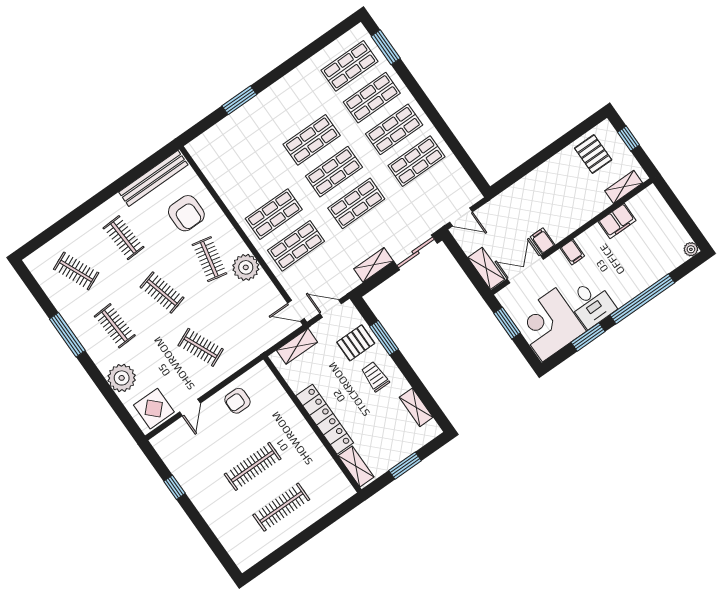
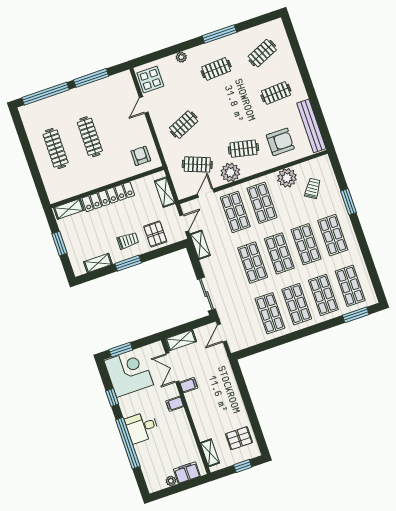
shop shelf: (289, 108) -> (333, 235), added
trolley: (235, 153) -> (313, 188), added
plant: (231, 191) -> (287, 178), added
armchair: (186, 213) -> (280, 142), turned 180
filing cabinet: (617, 221) -> (187, 473), moved, turned 90
plant: (691, 249) -> (171, 481), moved
shelving: (373, 265) -> (200, 245), moved
double door: (525, 269) -> (172, 367), swing flipped
clothes rail: (162, 292) -> (197, 164), moved, turned 36
desk: (591, 303) -> (142, 427), moved
door: (296, 311) -> (206, 193), moved
window: (507, 323) -> (121, 350), moved
window: (588, 337) -> (112, 397), width x0.67
window: (384, 338) -> (128, 263), moved
plant: (122, 378) -> (181, 57), width x0.53, depth x0.53
armchair: (237, 401) -> (141, 156), moved
door: (190, 407) -> (144, 105), hinge flipped
window: (175, 487) -> (91, 78), width x2.17
window: (213, 542) -> (45, 94), added

